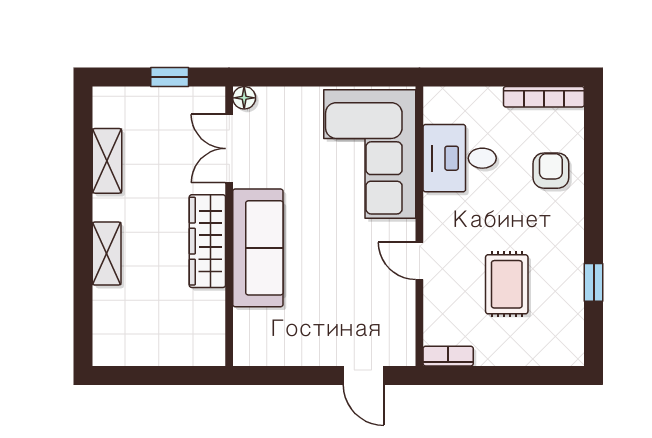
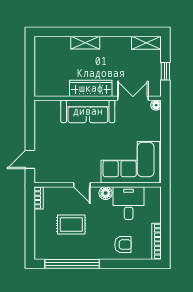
shelving: (107, 161) -> (146, 43), moved
floor lamp: (438, 209) -> (106, 193), added
door: (419, 261) -> (82, 185), swing flipped
window: (594, 282) -> (72, 264), width x3.17

